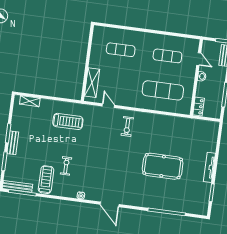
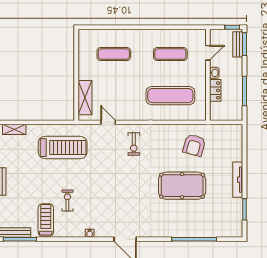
door: (199, 59) -> (208, 53), hinge flipped
locker: (199, 106) -> (215, 90), moved
treadmill: (68, 121) -> (63, 148), width x1.37, depth x1.38
armchair: (177, 134) -> (194, 145), added

